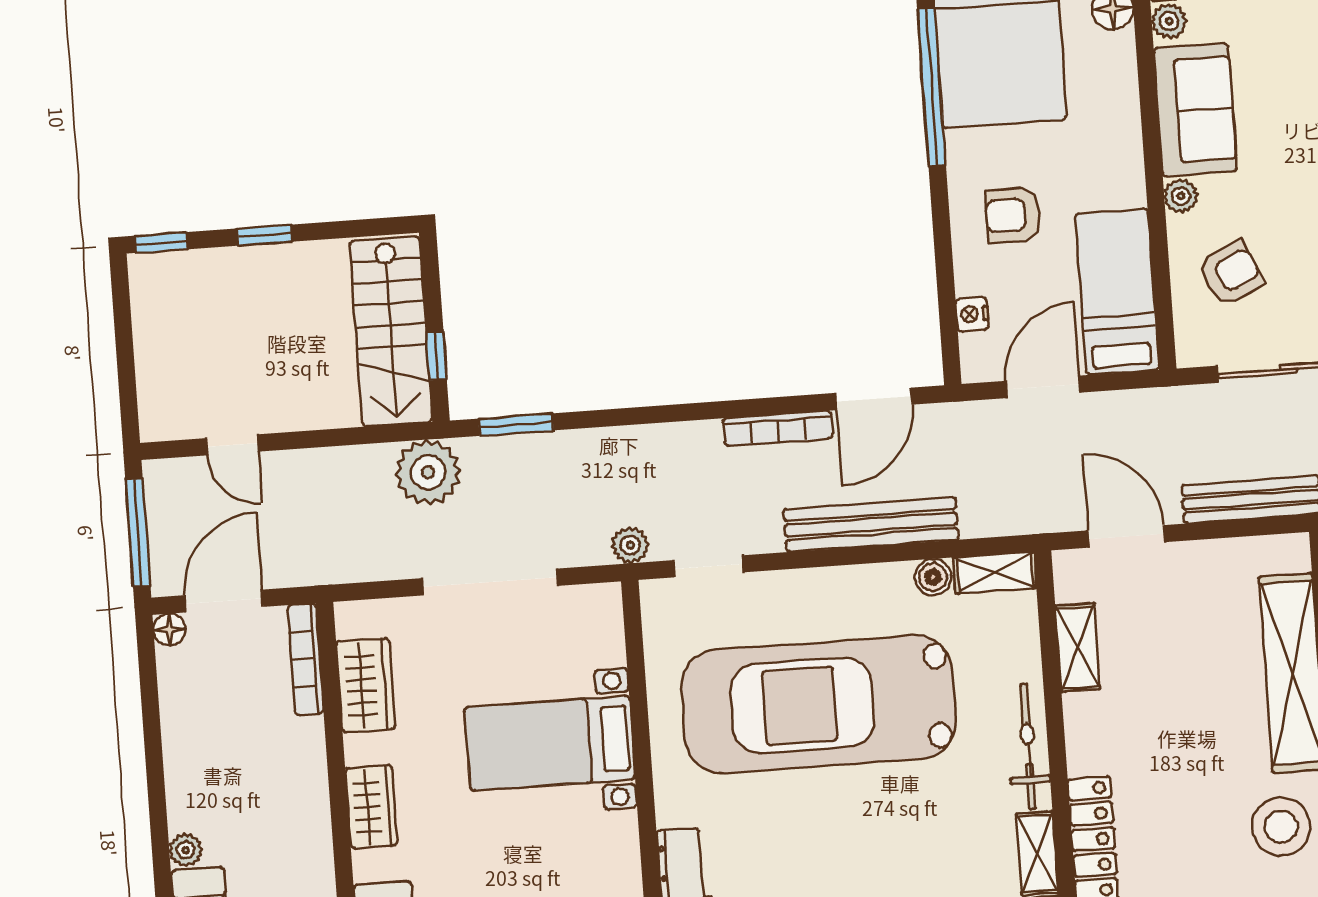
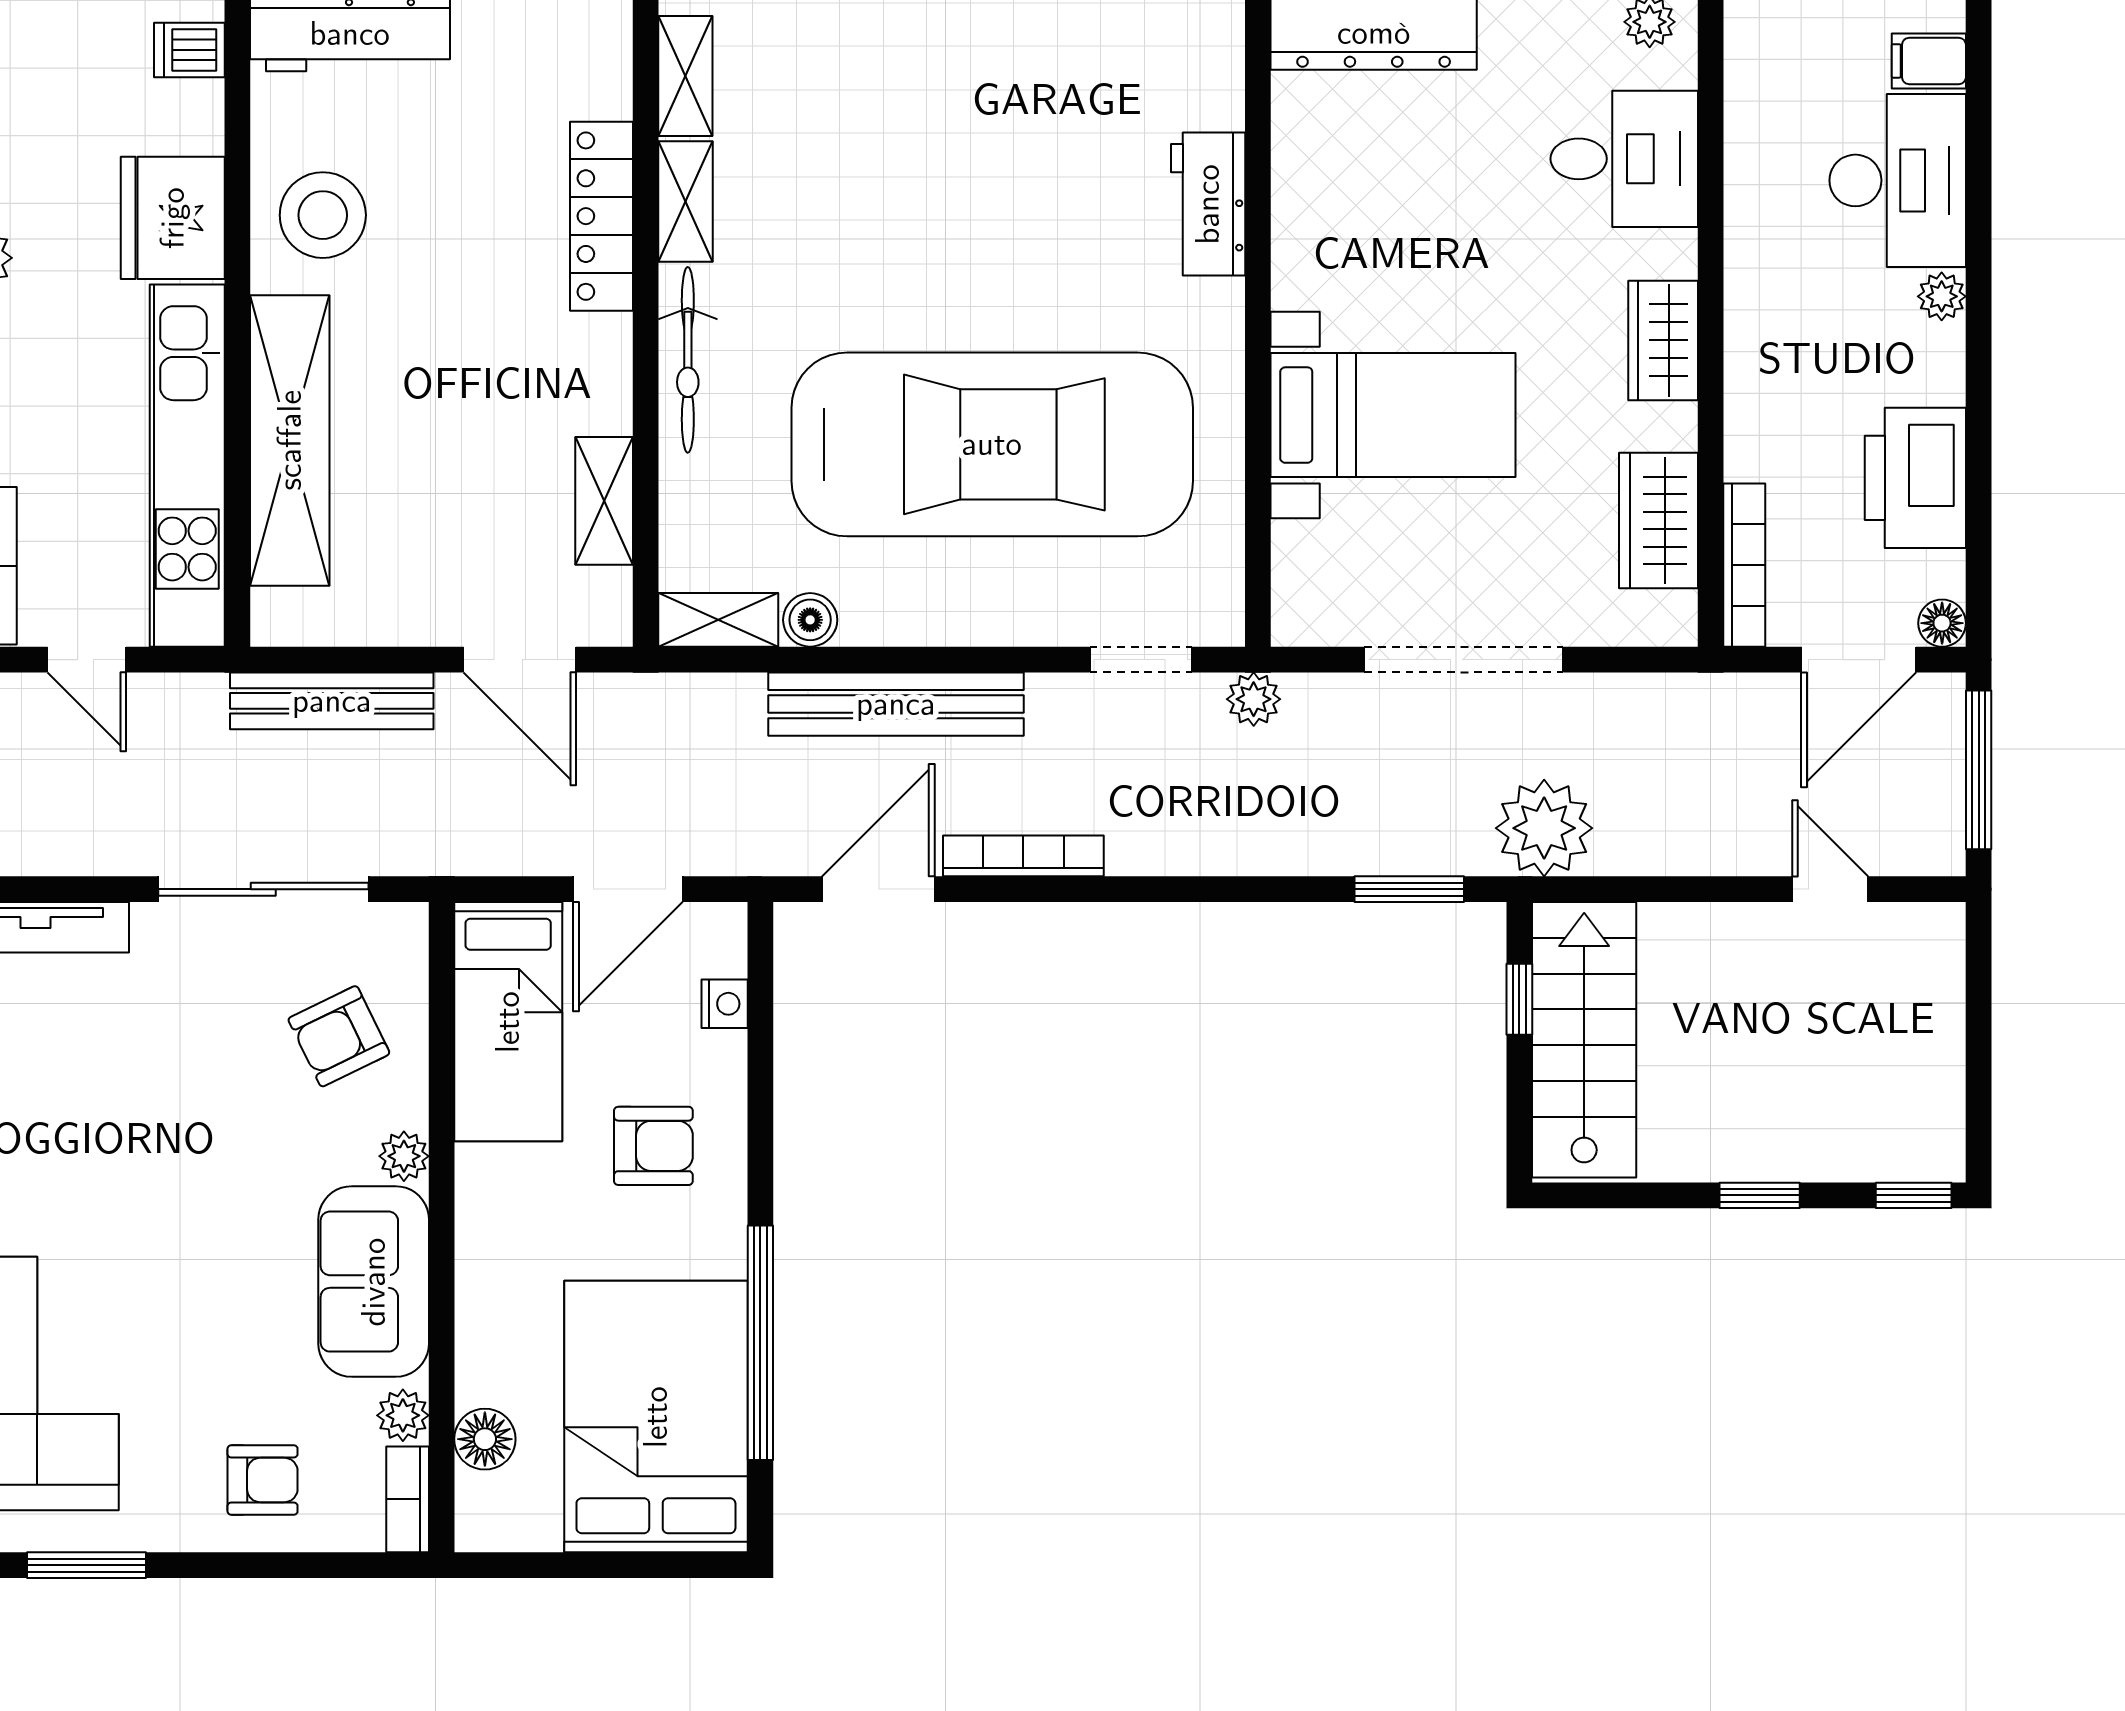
printer: (195, 726) -> (1915, 478), added

